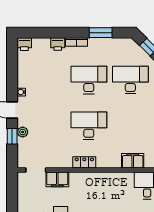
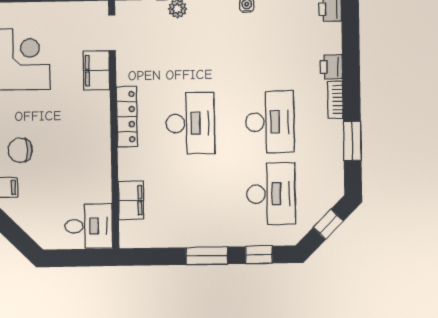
locker: (84, 162) -> (127, 117), width x1.53

